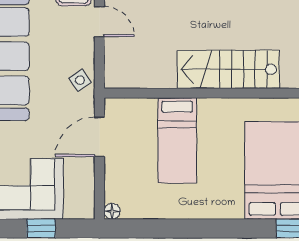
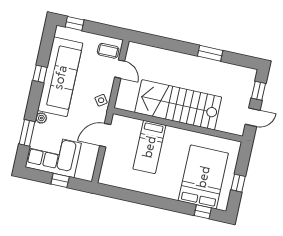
stairs: (228, 69) -> (178, 105), width x1.36, depth x1.51
floor lamp: (112, 211) -> (103, 179), removed

